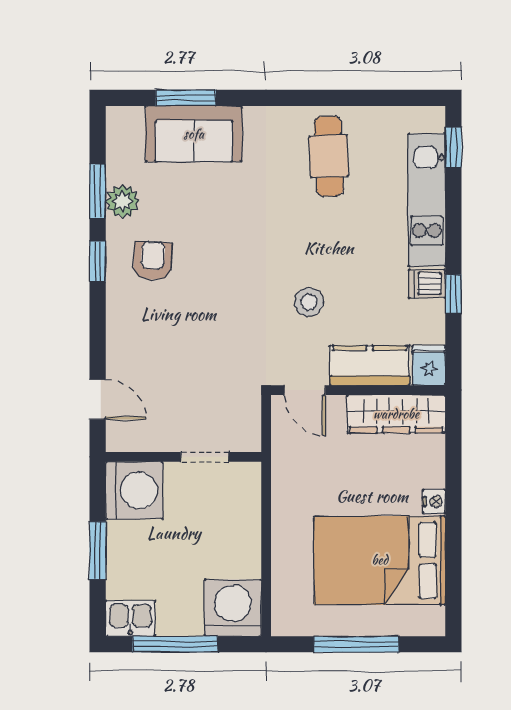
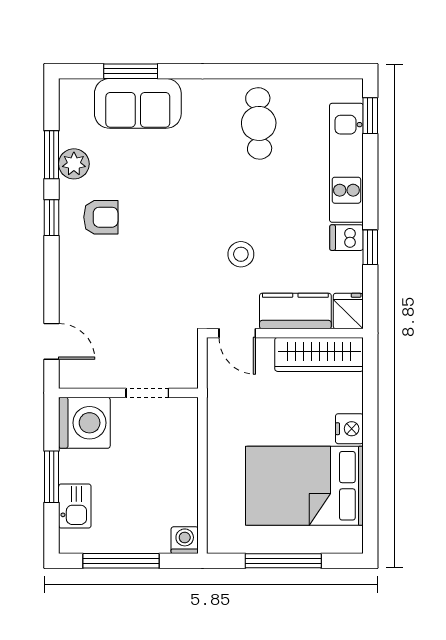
armchair: (153, 261) -> (101, 217), turned 86
nightstand: (434, 502) -> (349, 429), width x1.39, depth x1.35
washing machine: (233, 608) -> (185, 540), width x0.53, depth x0.53
kitchen sink: (130, 618) -> (75, 506), moved, turned 90

